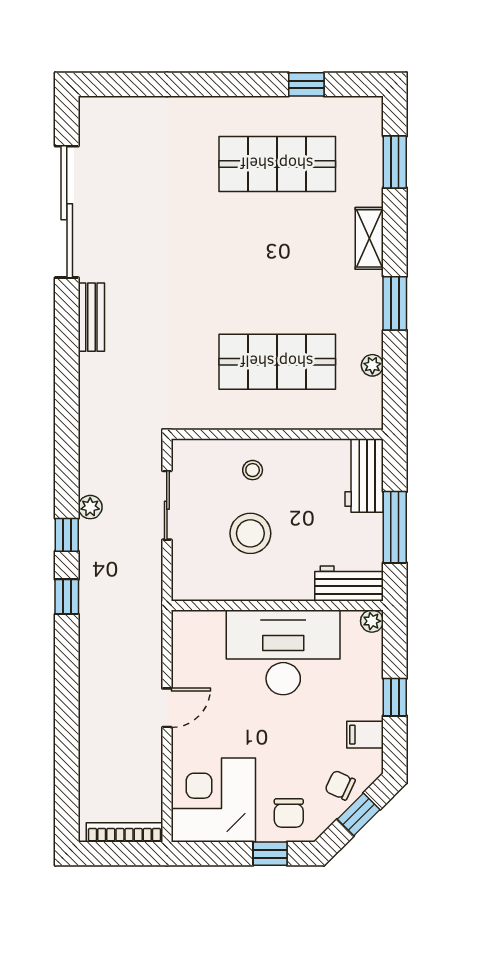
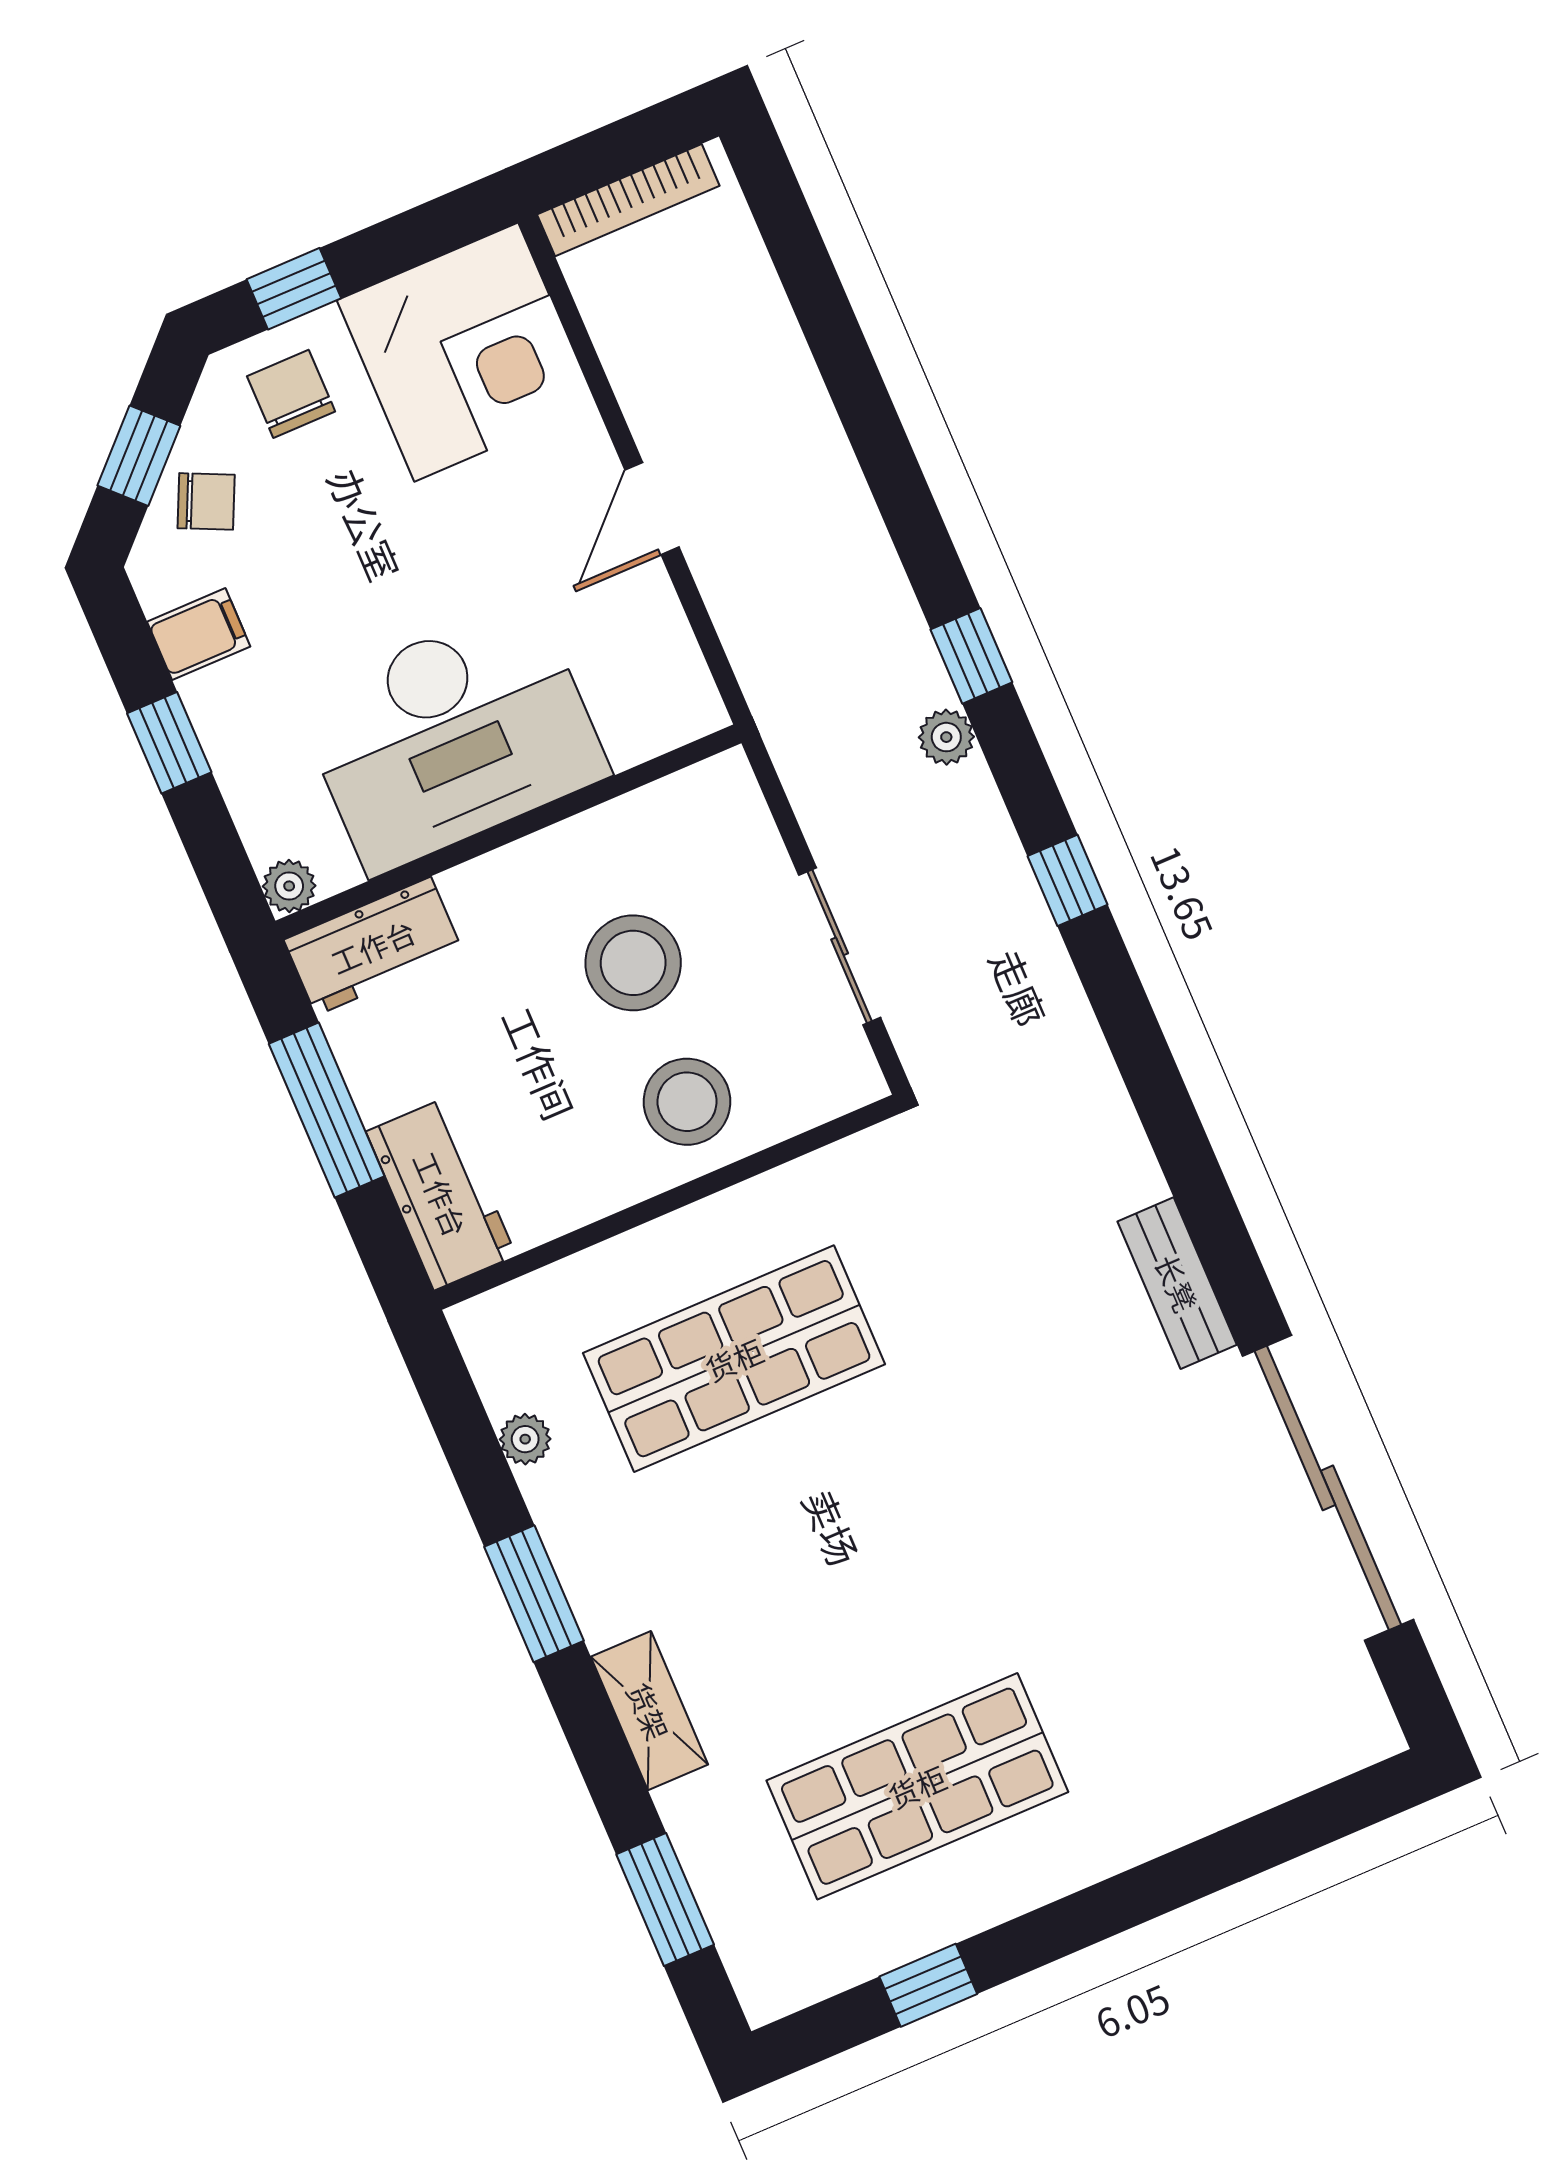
stool: (253, 470) -> (687, 1102), width x1.89, depth x1.89
plant: (90, 507) -> (946, 737), moved
window: (67, 535) -> (1068, 880), moved

